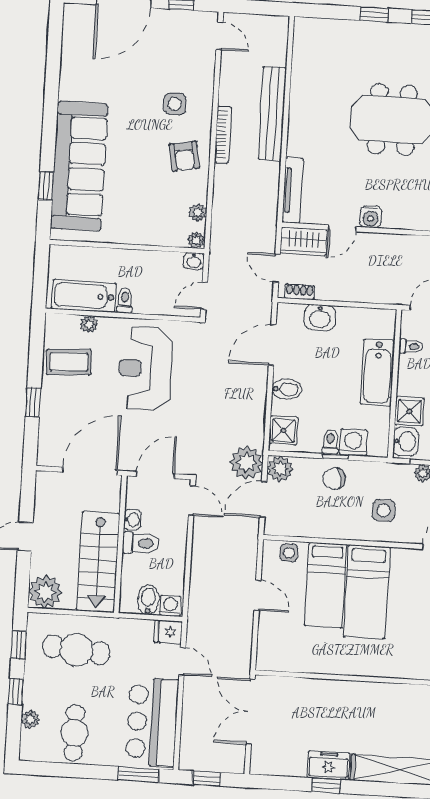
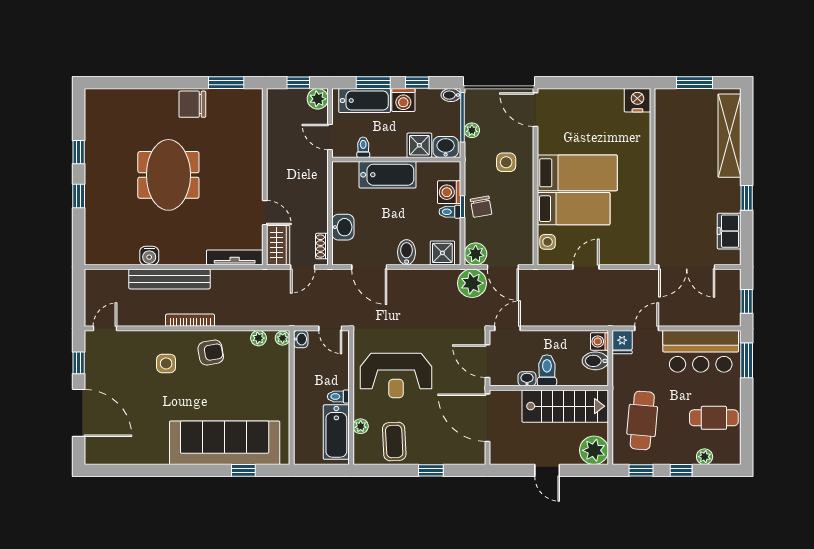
water cooler: (371, 217) -> (149, 256), moved, turned 90
freezer: (328, 765) -> (729, 231), moved

